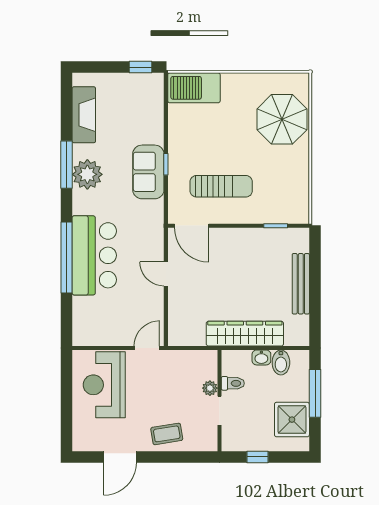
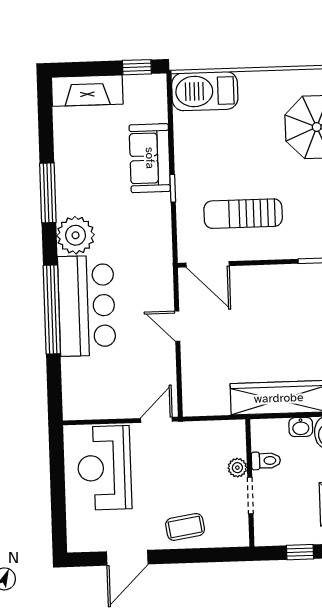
fireplace: (84, 115) -> (87, 91), moved, turned 90
sofa: (148, 172) -> (150, 158), moved
plant: (87, 174) -> (76, 235), moved
sun lounger: (221, 186) -> (243, 214), turned 180

